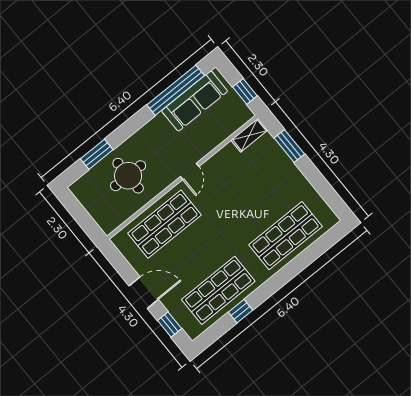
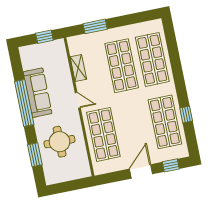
window: (176, 90) -> (24, 103), moved
sofa: (195, 101) -> (38, 93), moved
shelving: (249, 135) -> (78, 68), moved
shop shelf: (259, 203) -> (122, 66), added

